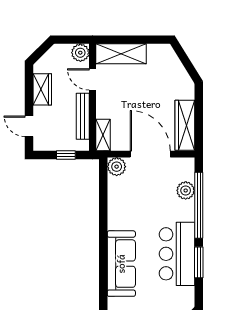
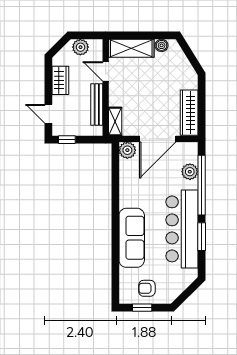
boiler: (154, 51) -> (162, 45), added
plant: (80, 53) -> (80, 47), moved
door: (150, 154) -> (158, 139), swing flipped
window: (66, 155) -> (67, 140), moved
bar counter: (177, 254) -> (182, 229), width x1.36

